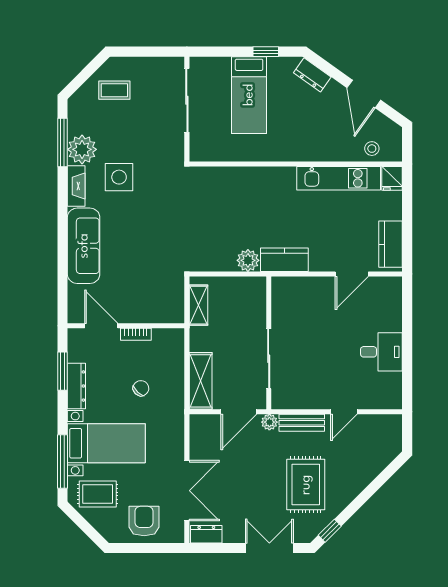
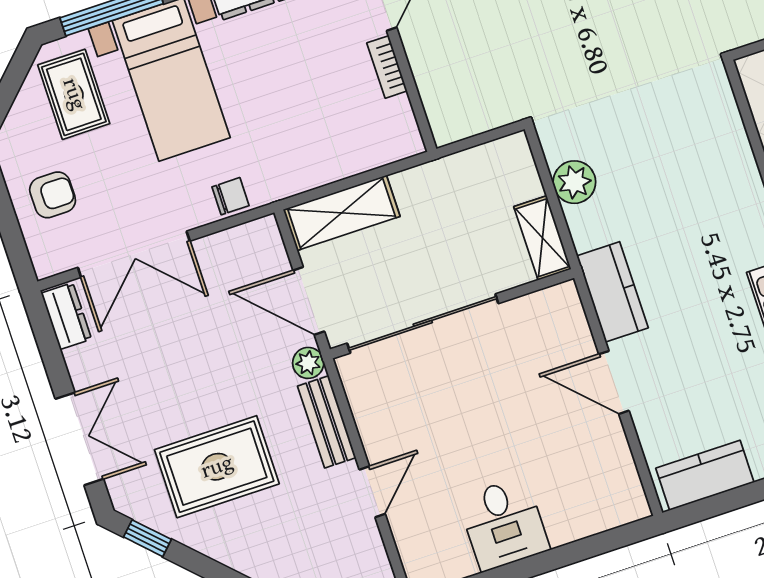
plant: (248, 260) -> (574, 182), moved
door: (352, 274) -> (614, 382), moved
shelving: (198, 305) -> (543, 238), moved, turned 90
sliding door: (269, 359) -> (423, 323), width x1.36
chair: (141, 388) -> (230, 196), moved, turned -44
door: (344, 412) -> (372, 492), swing flipped
armchair: (144, 521) -> (53, 195), width x0.72, depth x0.72

